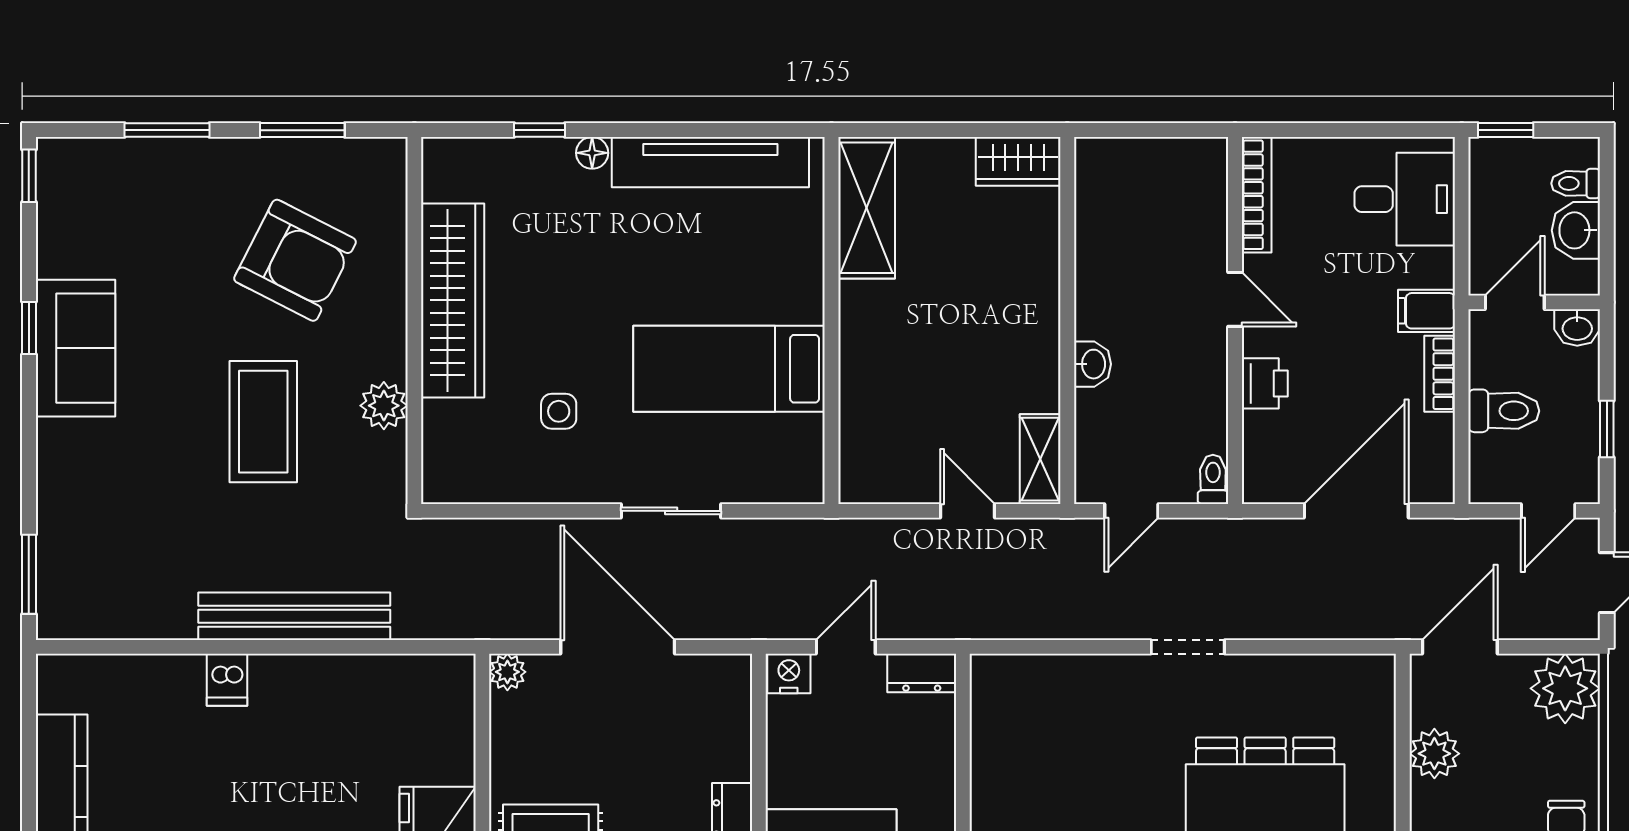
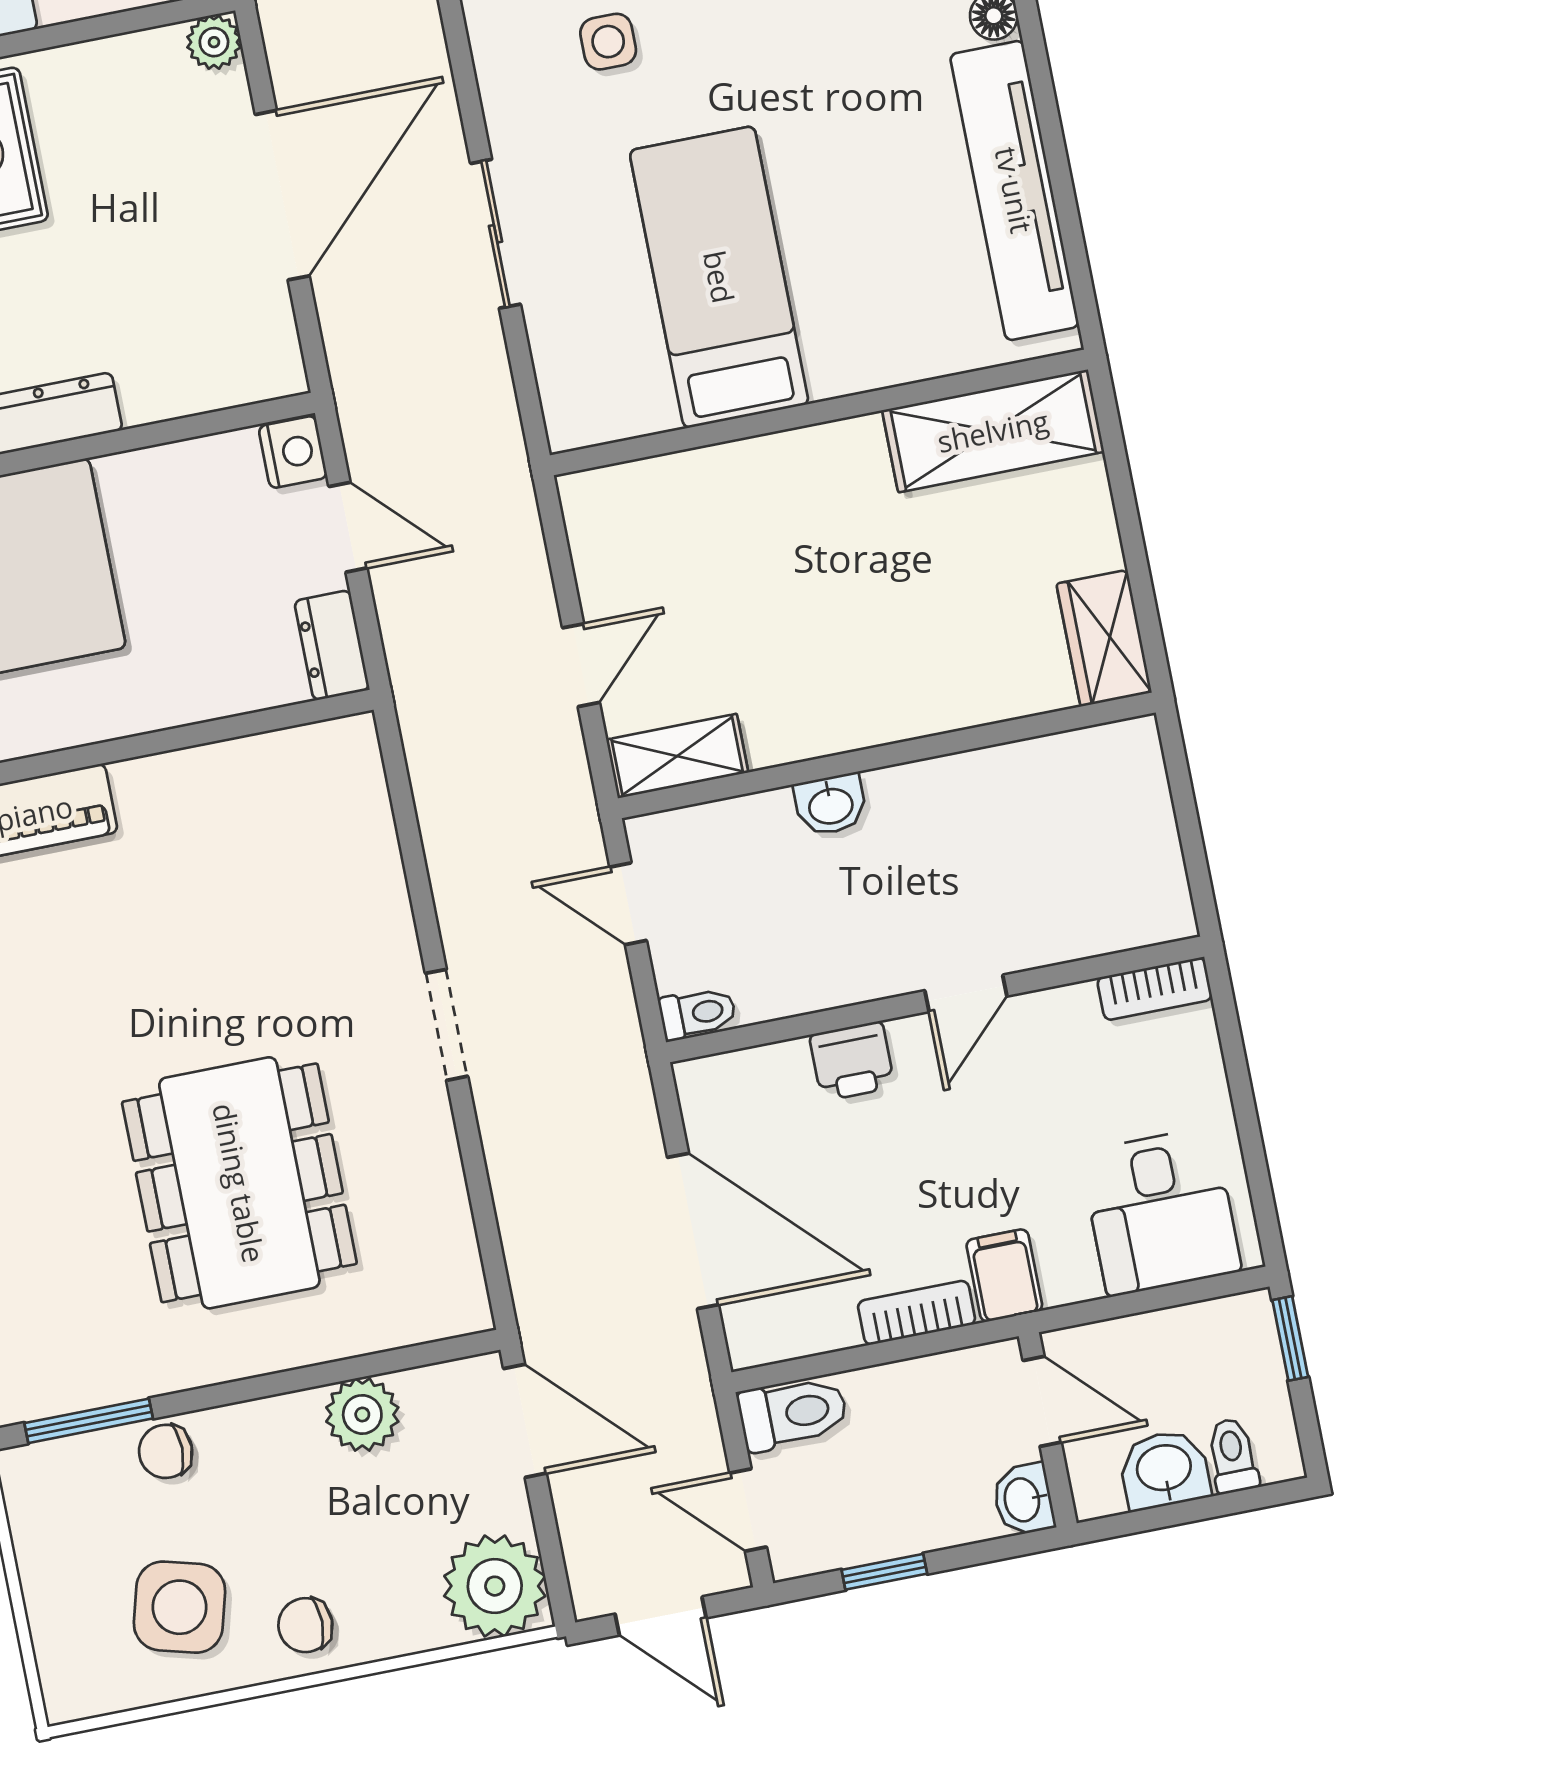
bookcase: (1257, 195) -> (1155, 989), width x0.64
toilet: (1504, 411) -> (793, 1413), moved, turned -90

